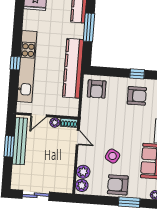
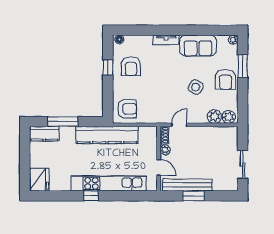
window: (15, 63) -> (91, 196), moved
armchair: (137, 96) -> (131, 66), turned 180

